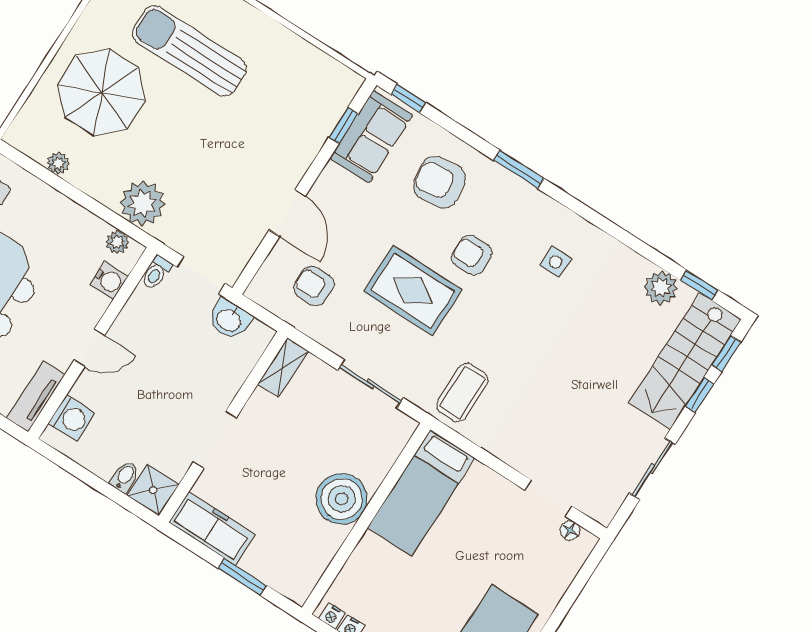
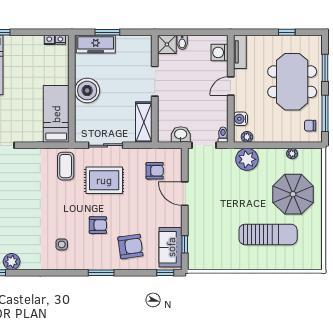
rug: (413, 291) -> (104, 180), moved
shelving: (283, 368) -> (144, 122), width x1.50, depth x1.33
freezer: (212, 528) -> (96, 44), moved

